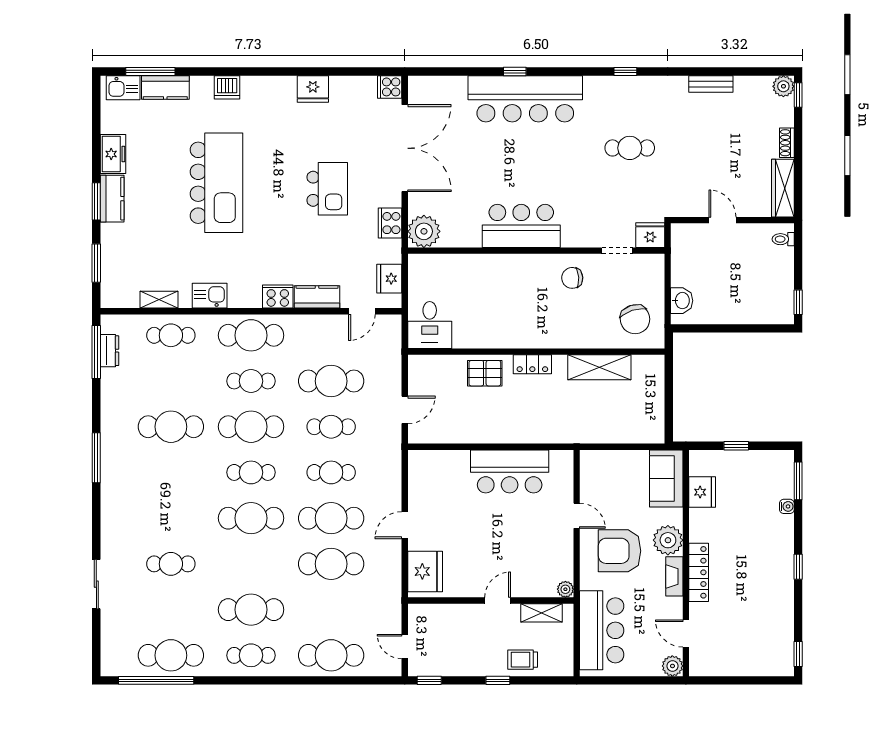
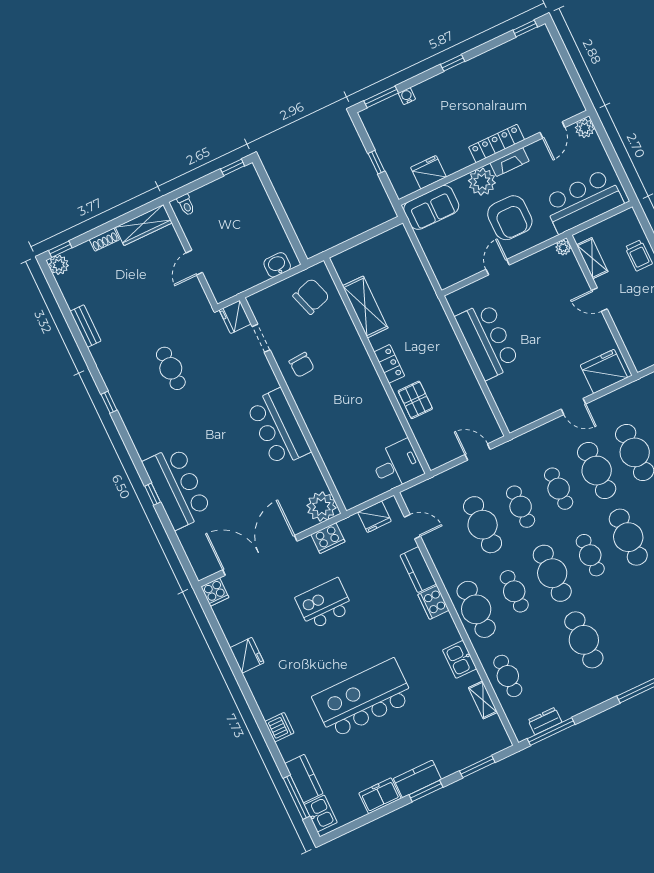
bar counter: (525, 99) -> (177, 487), width x0.73

